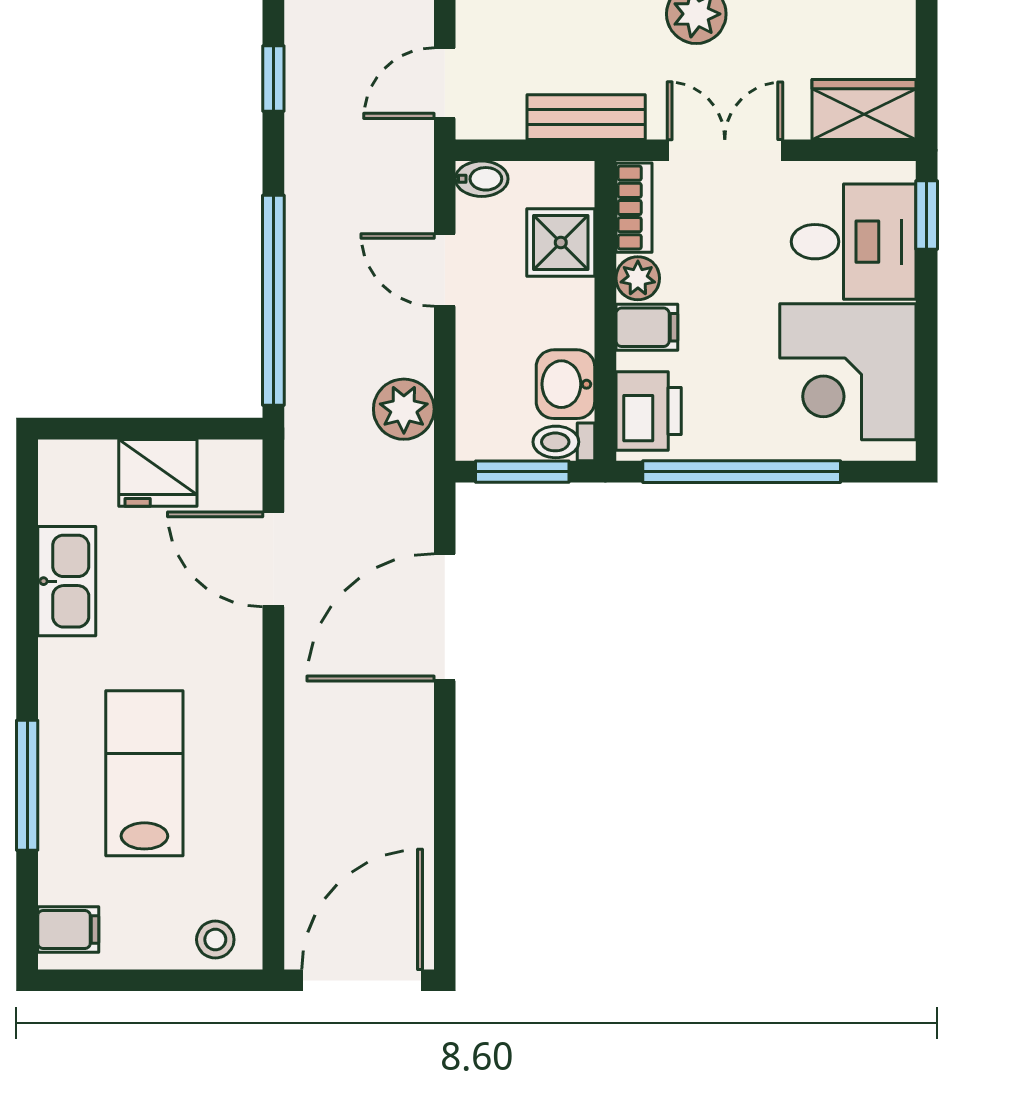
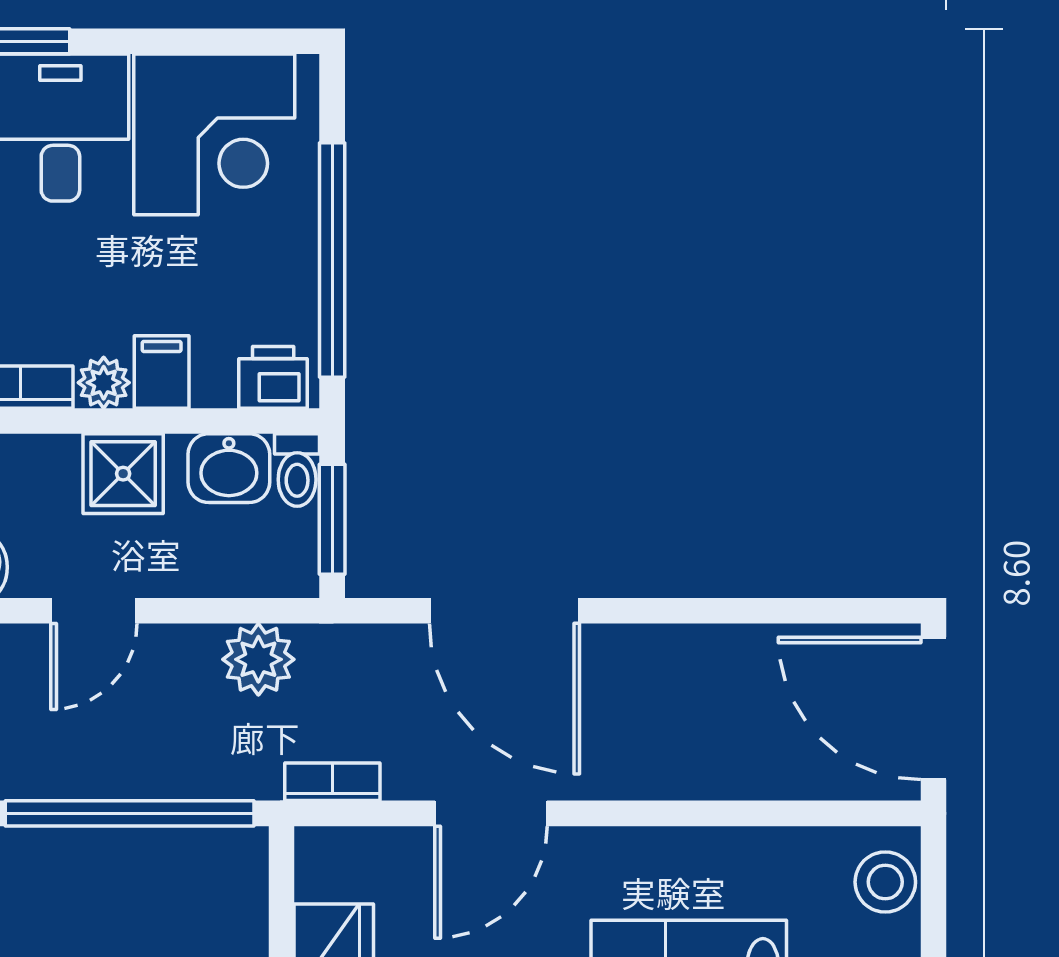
shower: (561, 242) -> (123, 474), moved
printer: (649, 411) -> (273, 377), width x0.73, depth x0.81
bookcase: (300, 472) -> (332, 782), added
door: (273, 559) -> (491, 813), moved
stool: (215, 940) -> (885, 882), width x1.37, depth x1.37

